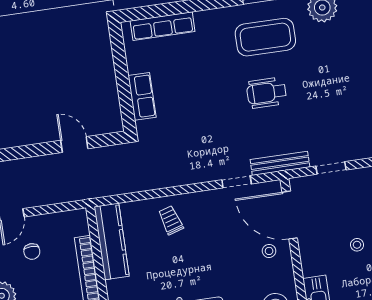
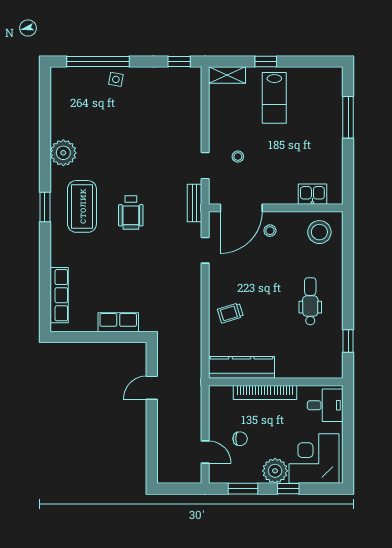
bench: (280, 163) -> (195, 203), width x0.73
stool: (357, 245) -> (238, 157), moved

